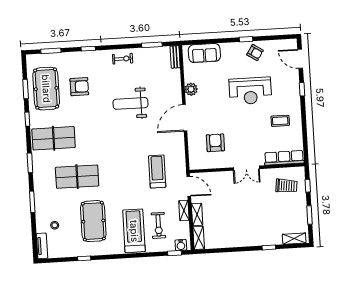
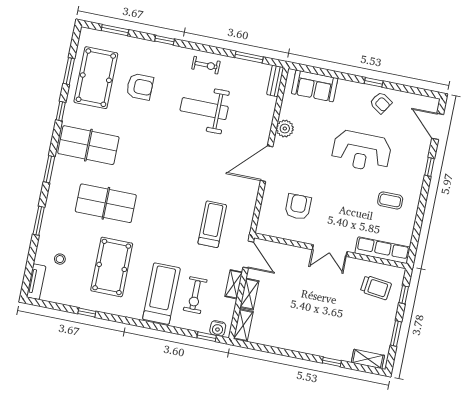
weight bench: (131, 103) -> (204, 109), moved

